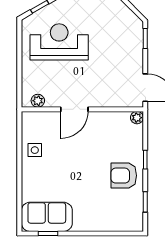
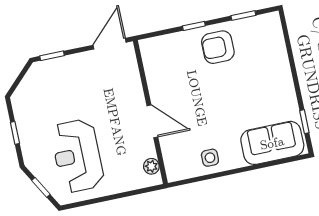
plant: (137, 118) -> (147, 46), removed
armchair: (124, 176) -> (218, 47), turned 90
sofa: (47, 217) -> (272, 143), moved, turned 90

